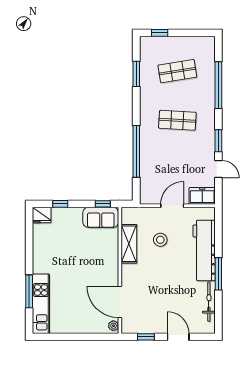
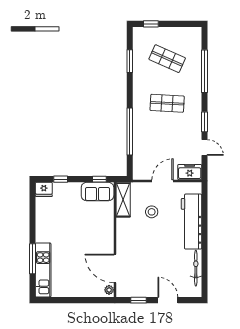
shop shelf: (177, 71) -> (167, 59), turned 33
shelving: (129, 244) -> (123, 200), moved
window: (218, 274) -> (204, 243), removed

